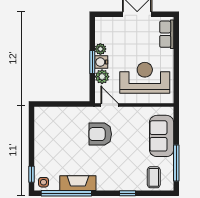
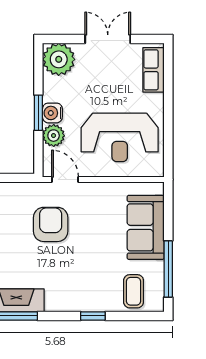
plant: (100, 49) -> (59, 59), moved, width x1.87, depth x1.87
reception desk: (145, 78) -> (120, 137), turned 180
armchair: (100, 134) -> (51, 224), turned 90

